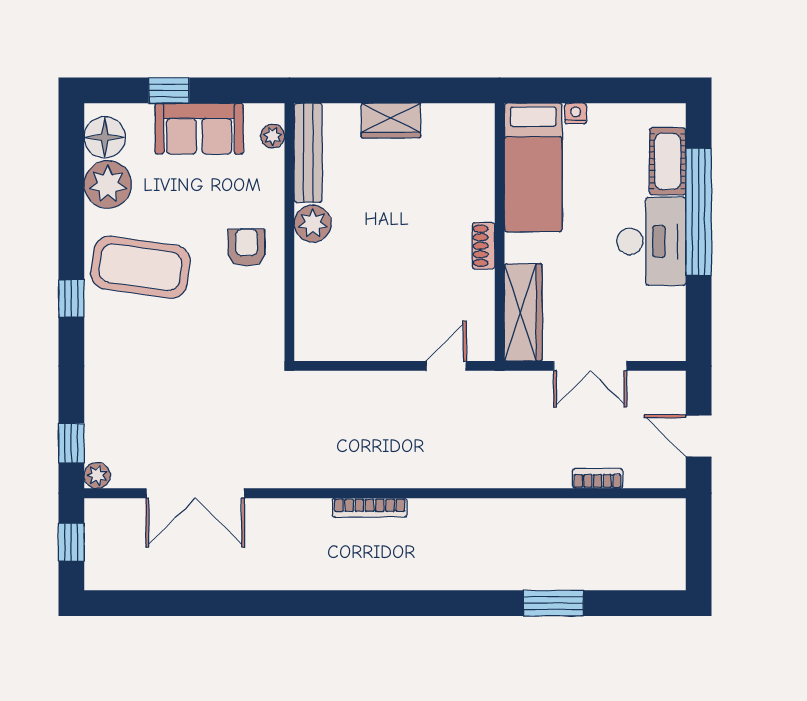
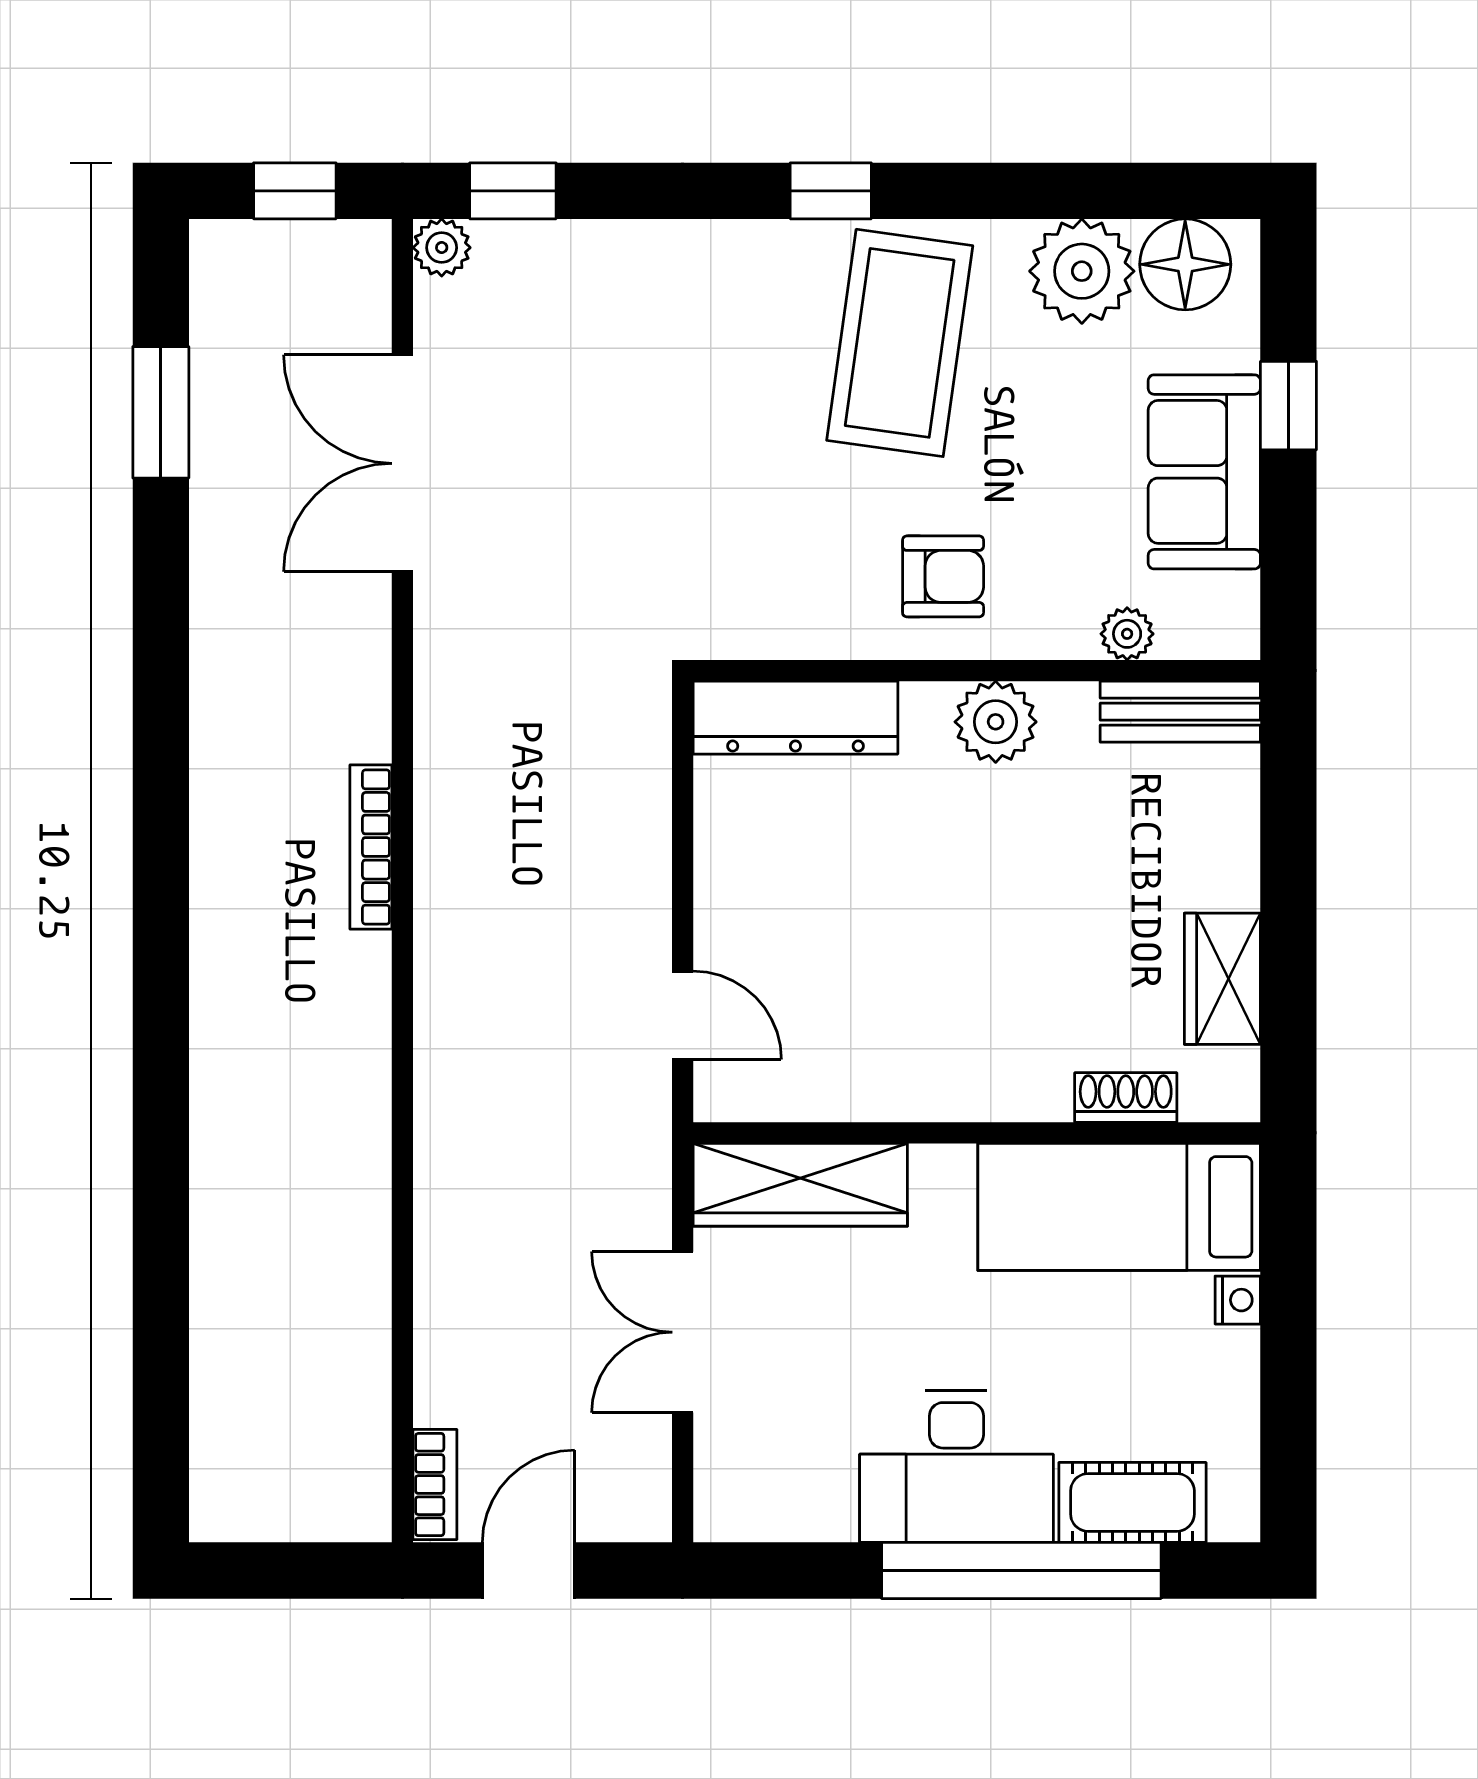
wardrobe: (391, 120) -> (1222, 979), moved
plant: (273, 136) -> (1127, 634), moved
bench: (308, 153) -> (1180, 712), width x0.73
shoe rack: (484, 246) -> (1126, 1097), moved
dresser: (311, 315) -> (795, 718), added
bookcase: (598, 478) -> (435, 1485), moved
window: (553, 603) -> (161, 412), moved

